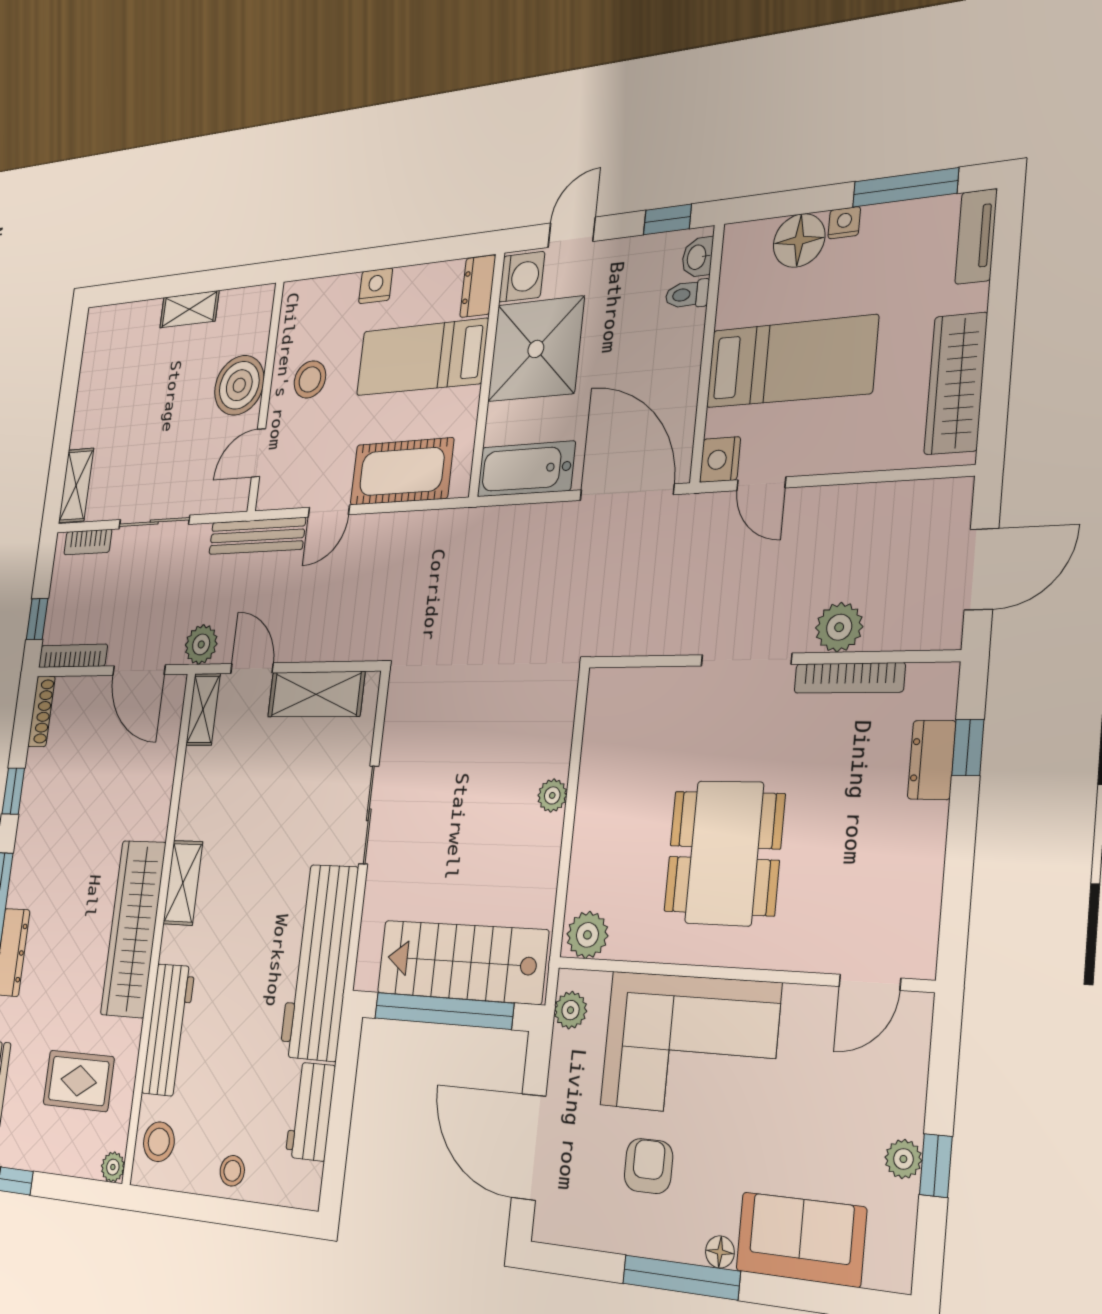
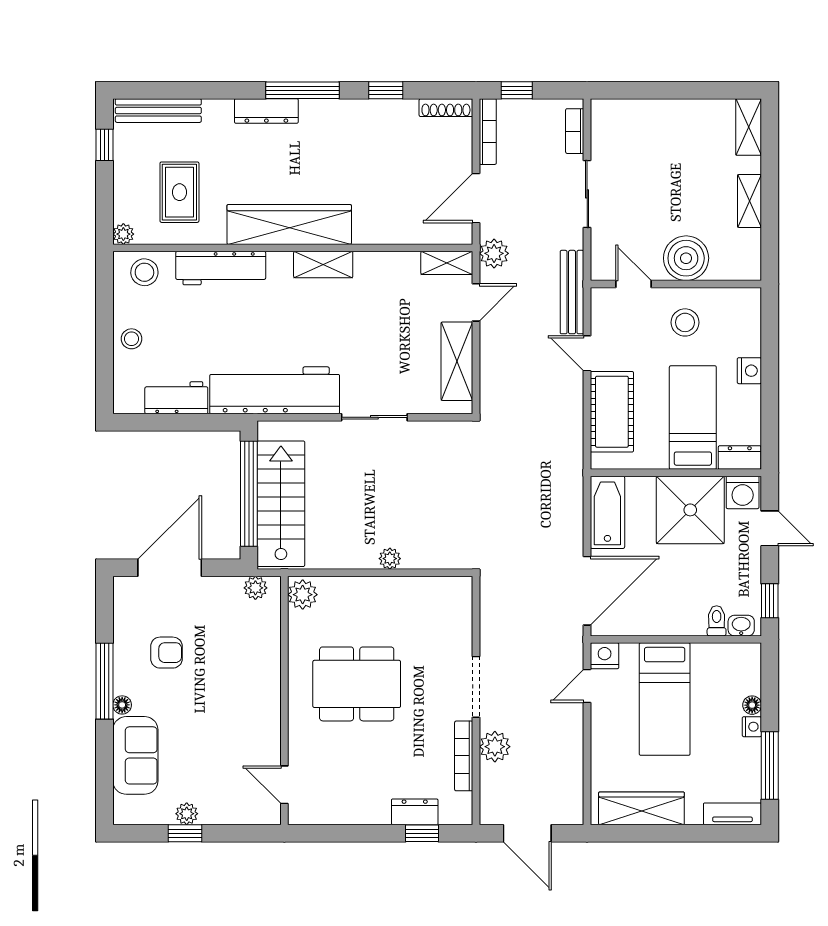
floor lamp: (799, 240) -> (752, 705), width x0.53, depth x0.53
shelving: (76, 485) -> (749, 127), moved, turned 90
corner sofa: (690, 1045) -> (240, 673), removed

